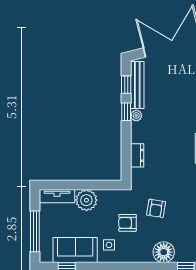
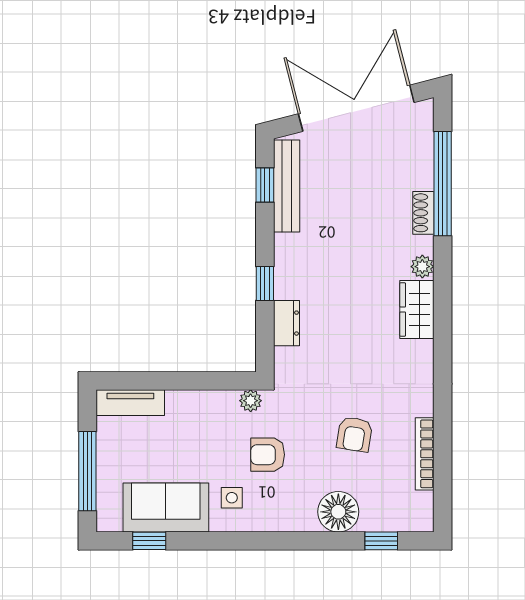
window: (126, 112) -> (265, 283), moved
plant: (136, 116) -> (285, 246), removed
plant: (86, 200) -> (251, 401), moved, width x0.53, depth x0.53
armchair: (156, 208) -> (354, 434), moved

